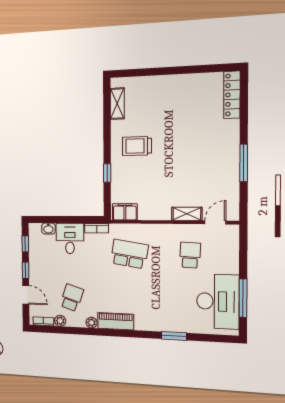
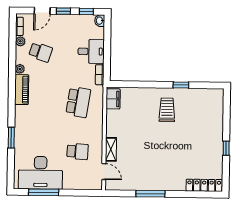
window: (184, 70) -> (226, 148), added
shelving: (117, 104) -> (202, 94), removed
window: (107, 173) -> (181, 85), moved
washbasin: (48, 229) -> (100, 21), moved

